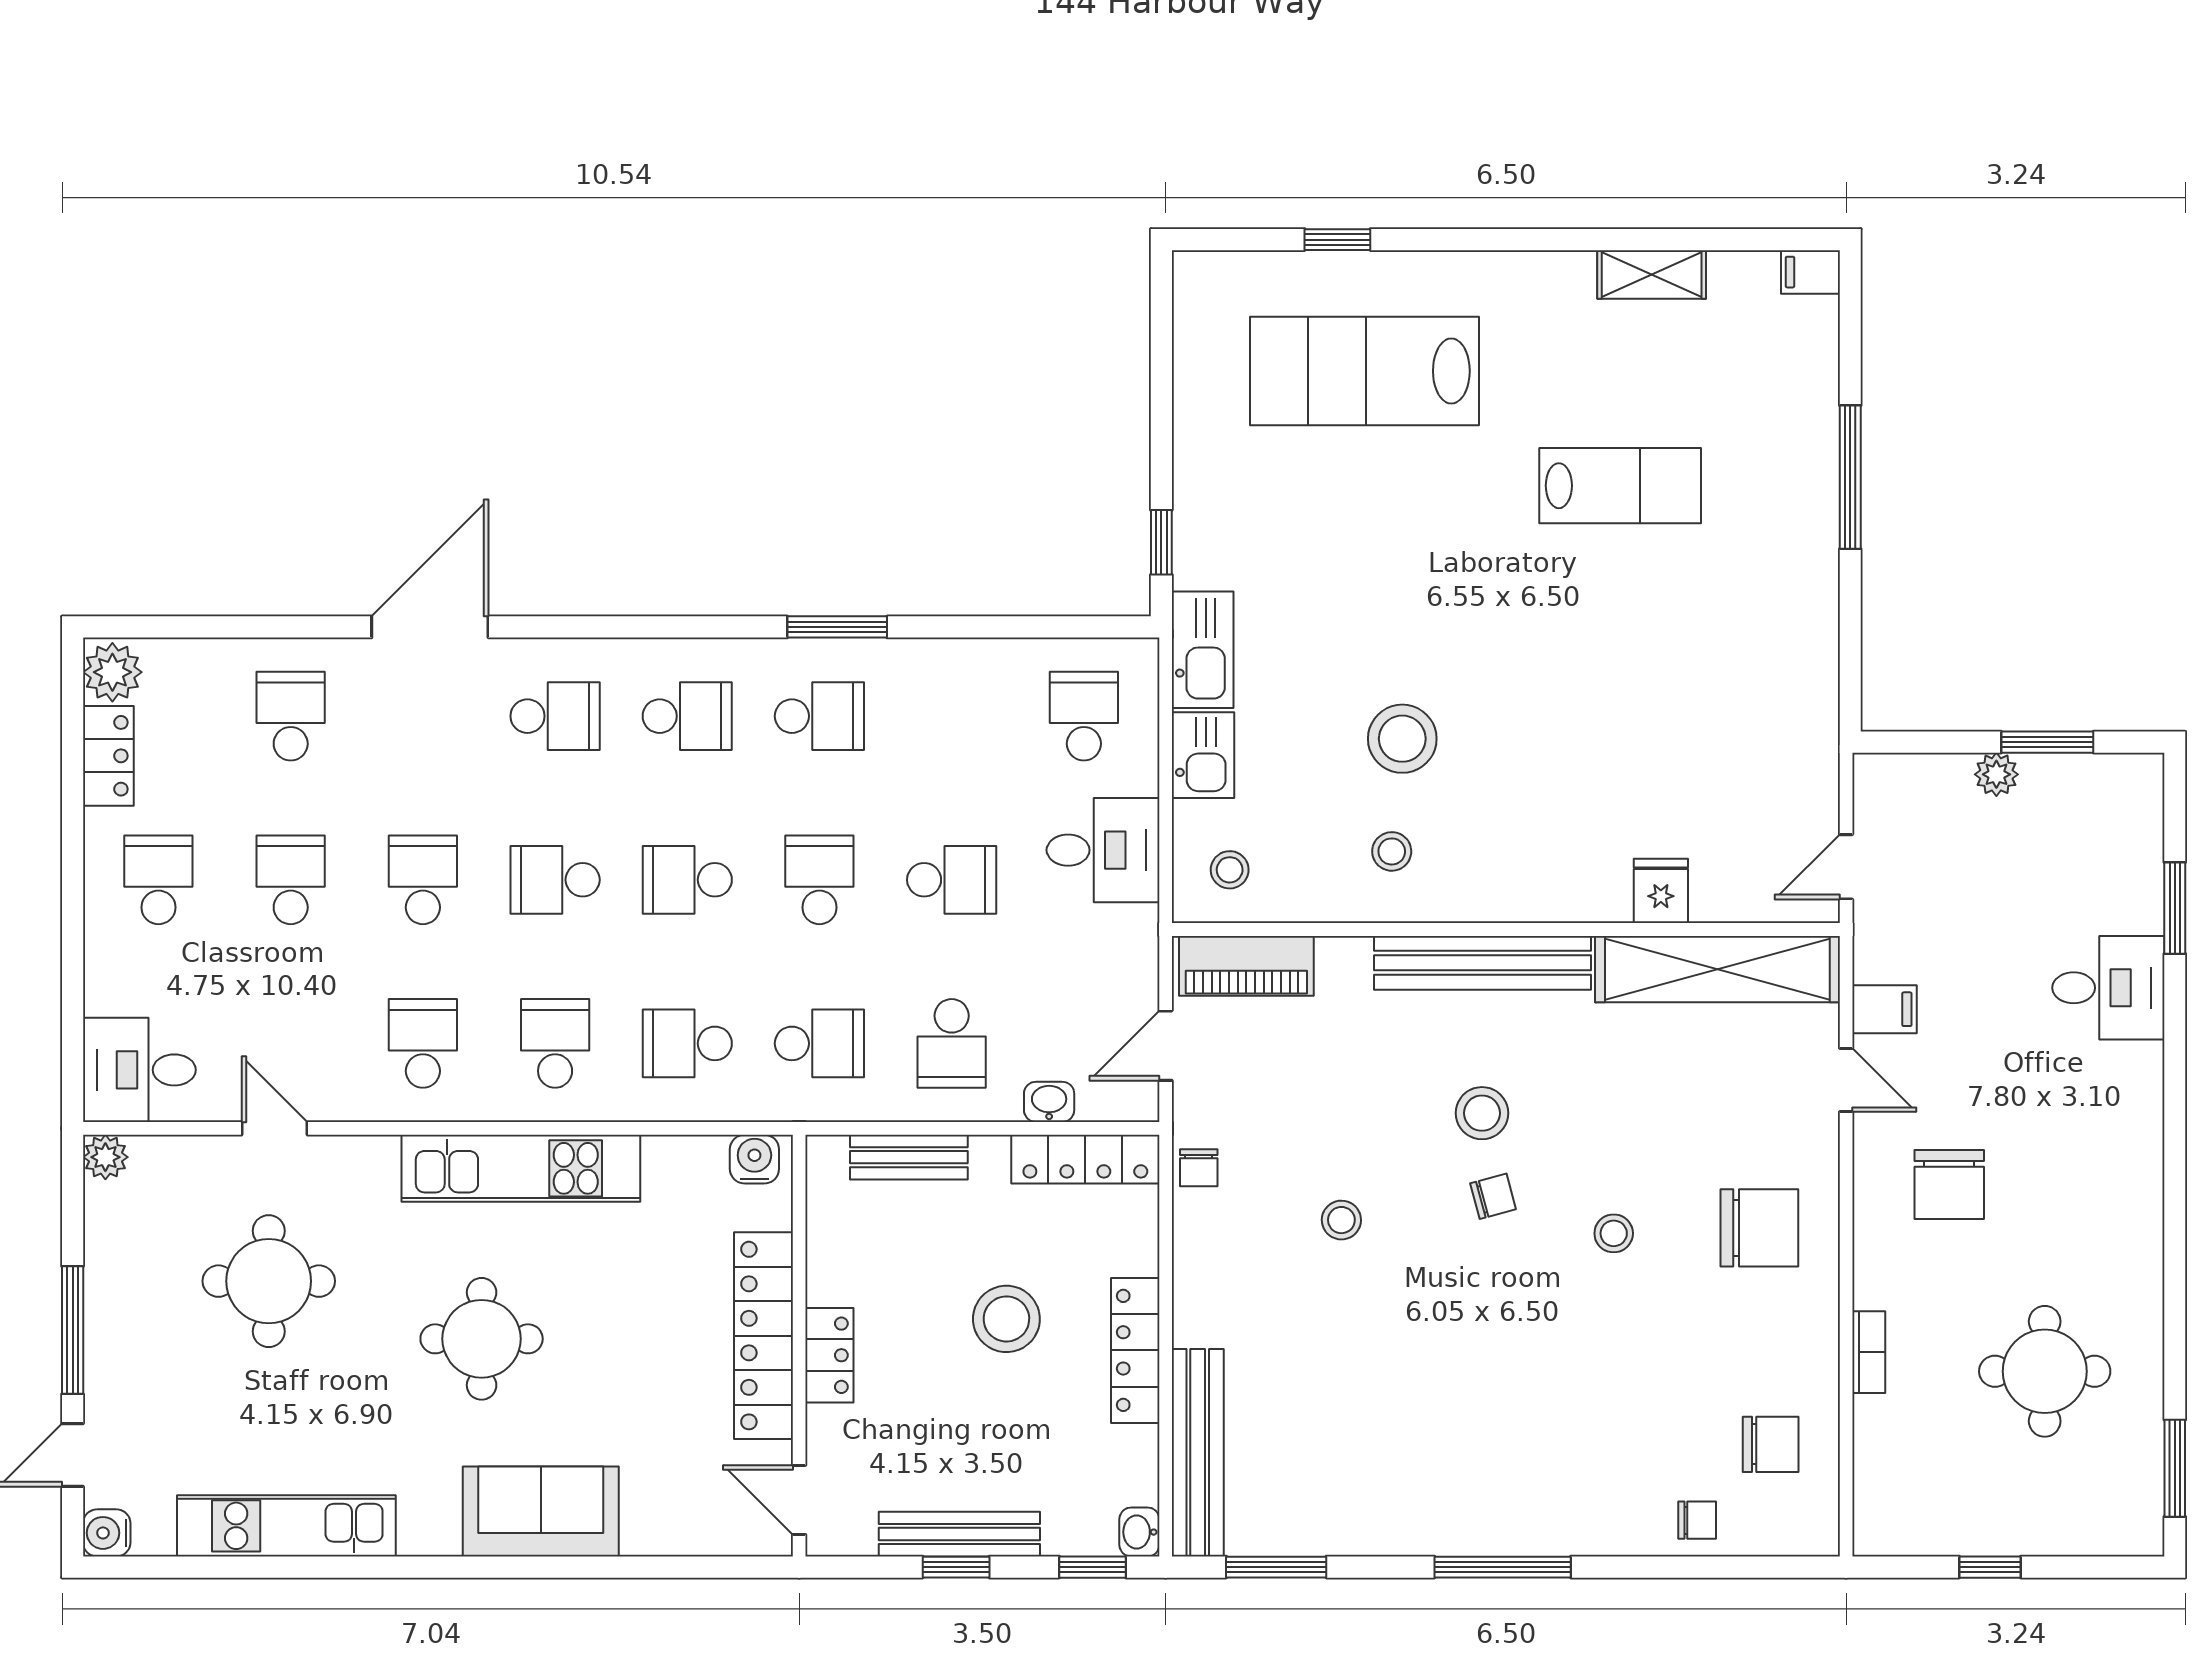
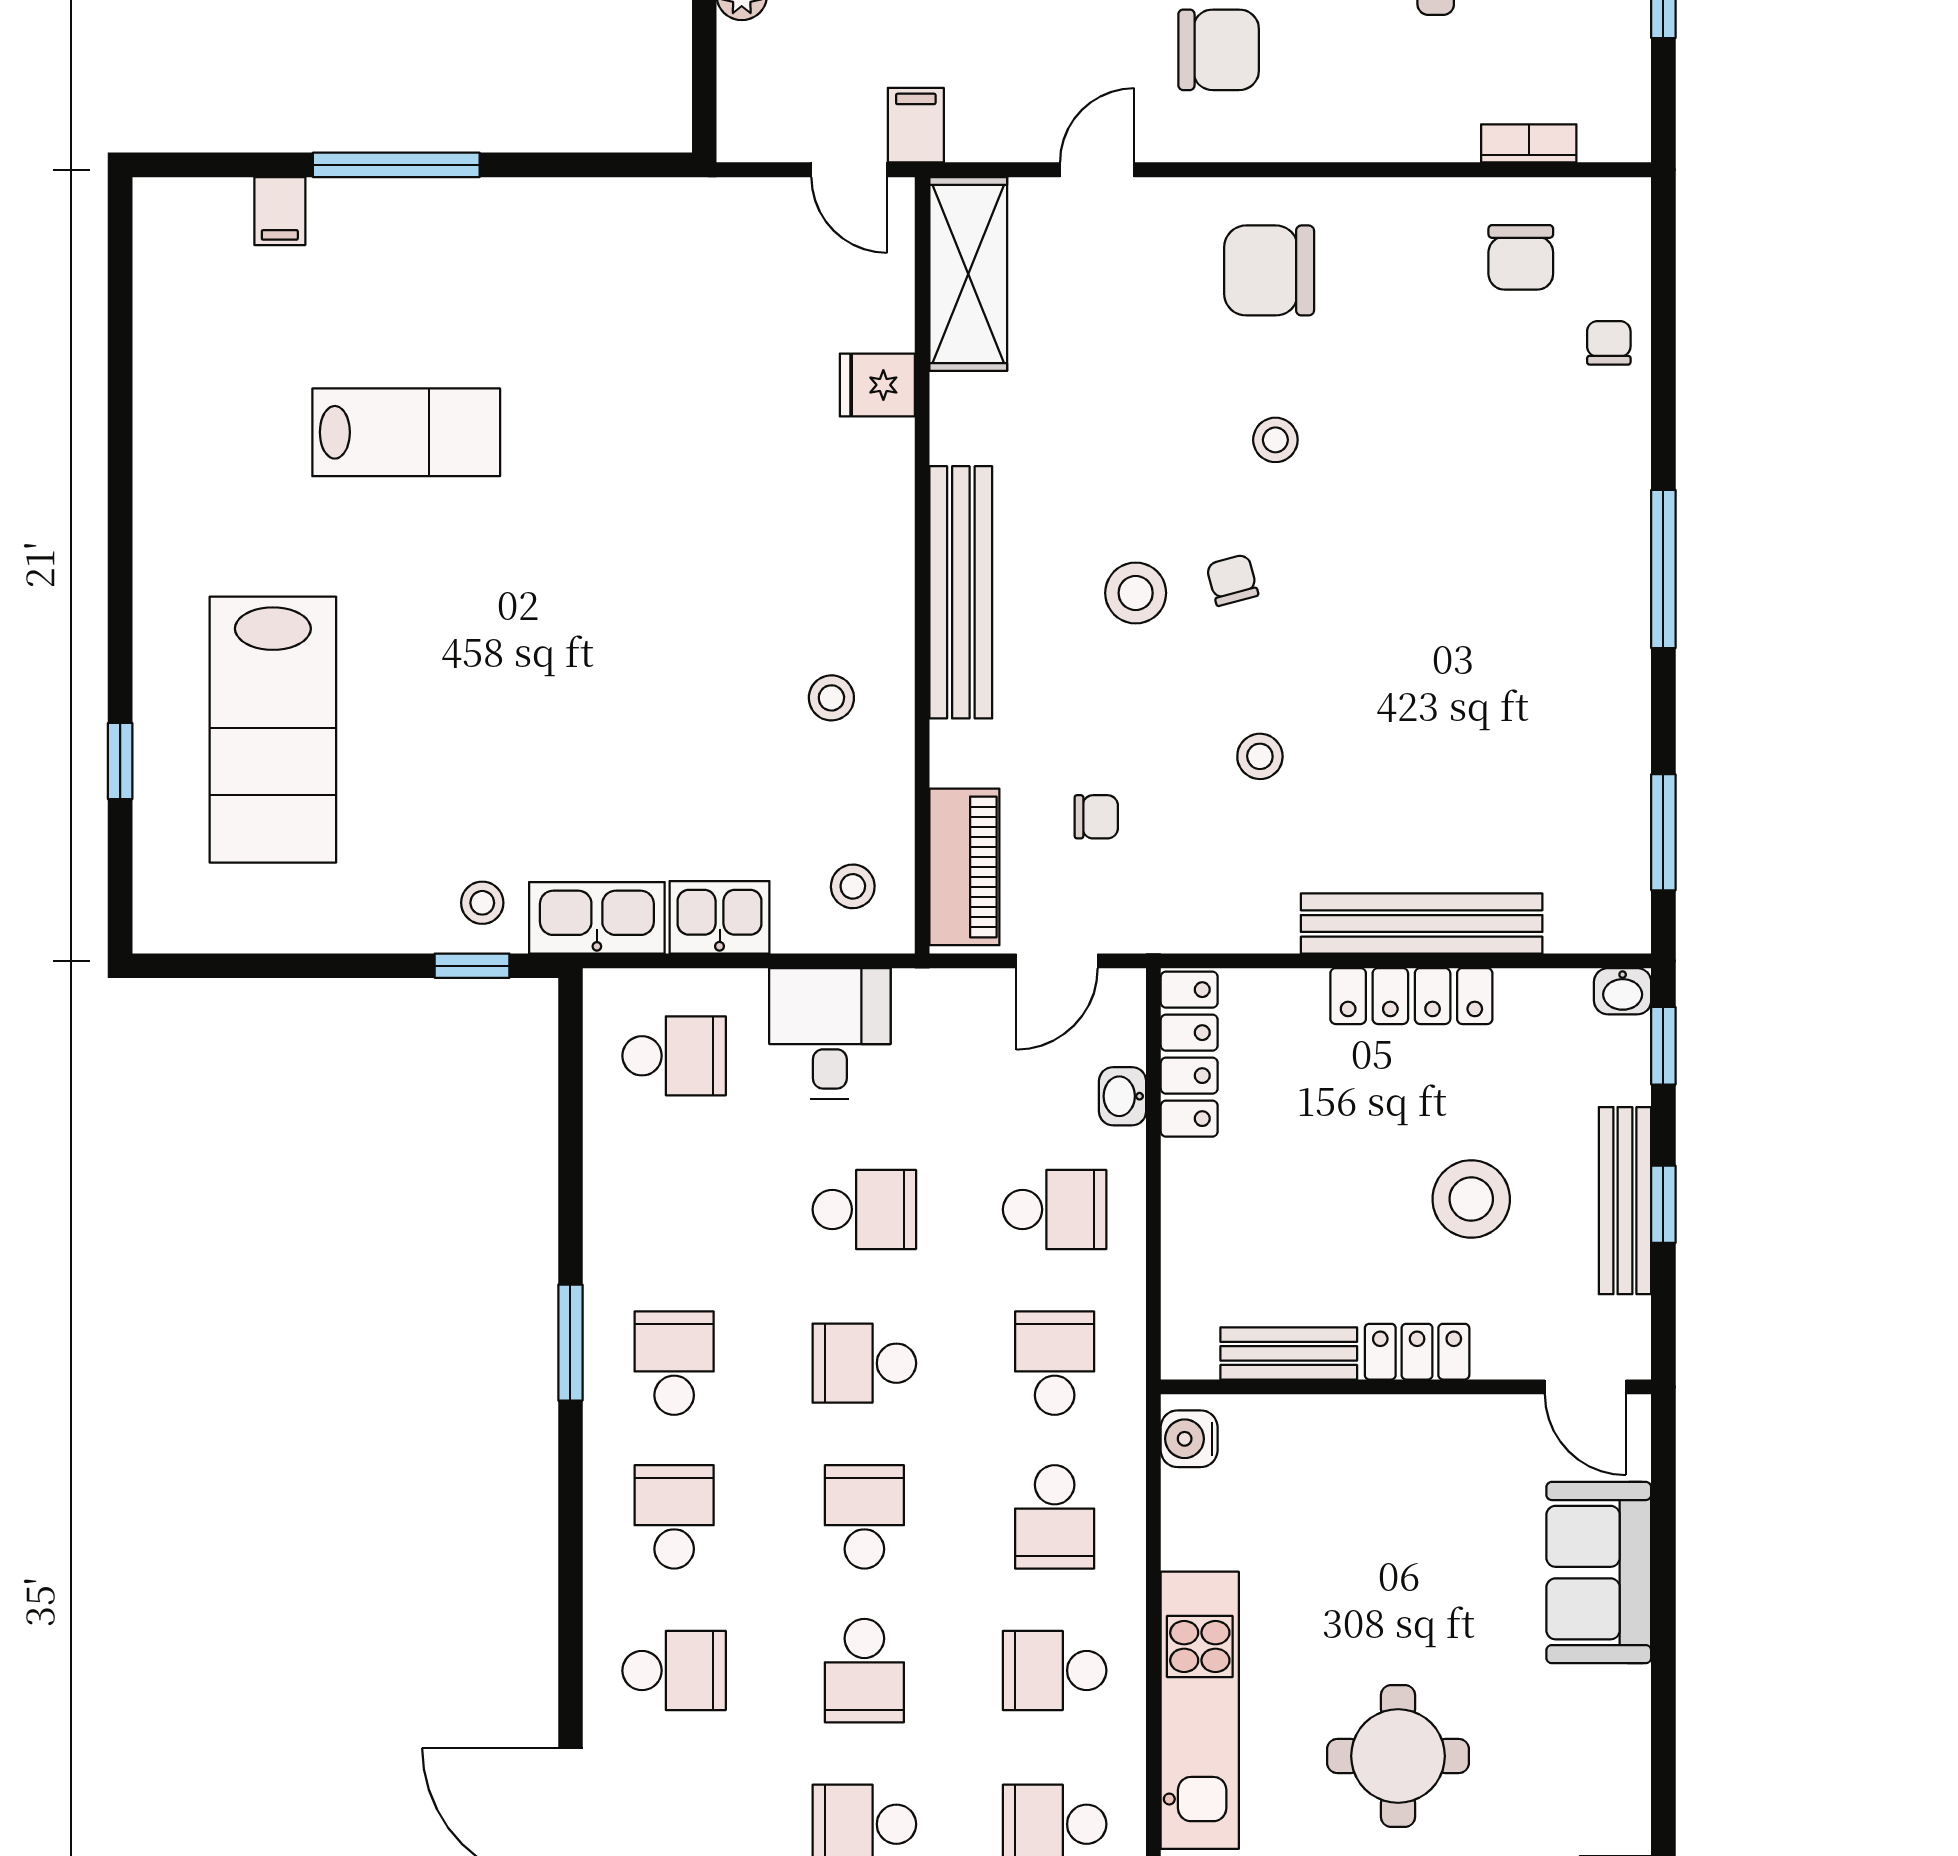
filing cabinet: (1810, 272) -> (280, 211), moved
shelving: (1652, 274) -> (161, 396), removed
lab bench: (1620, 486) -> (406, 432), turned 90
school desk: (555, 716) -> (674, 1671), turned 90
school desk: (1084, 716) -> (674, 1056), turned 180
stool: (1402, 739) -> (482, 903), moved, width x0.53, depth x0.53
school desk: (687, 880) -> (864, 1517), turned 180
school desk: (952, 880) -> (864, 1209), turned 90
shelving: (1717, 969) -> (968, 274), width x0.68
filing cabinet: (1884, 1009) -> (916, 125), moved
door: (1166, 1046) -> (1057, 961), hinge flipped
bench: (909, 1157) -> (1289, 1353), moved, turned 90
chair: (1199, 1168) -> (1096, 817), moved
chair: (1759, 1228) -> (1269, 270), turned -90
stool: (1006, 1319) -> (1471, 1199), moved
locker: (764, 1336) -> (1394, 1428), removed
bookcase: (1869, 1352) -> (1529, 143), moved
chair: (1771, 1444) -> (1521, 257), turned 180
bench: (1198, 1453) -> (1422, 923), moved
door: (799, 1500) -> (1585, 1387), hinge flipped
sofa: (541, 1512) -> (1599, 1573), moved

